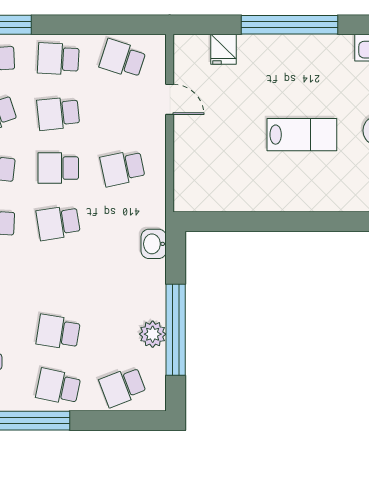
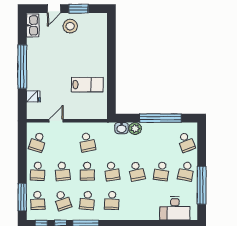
lab bench: (302, 135) -> (87, 85), moved, turned 90
school desk: (58, 277) -> (137, 171), added
plant: (153, 334) -> (135, 129), moved

